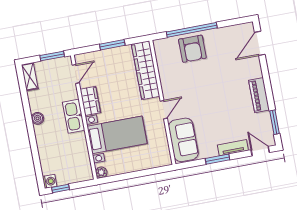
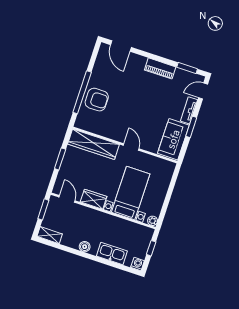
kitchen sink: (74, 116) -> (112, 253), moved, turned 180
sofa: (183, 140) -> (173, 139), moved, turned -90
window: (61, 189) -> (151, 248), moved

